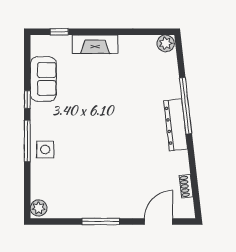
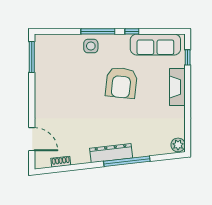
sofa: (43, 79) -> (155, 44), width x1.36
armchair: (90, 112) -> (121, 83), added
plant: (39, 208) -> (43, 41), removed
window: (101, 221) -> (32, 57), moved

